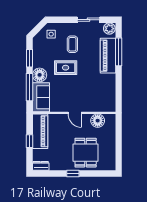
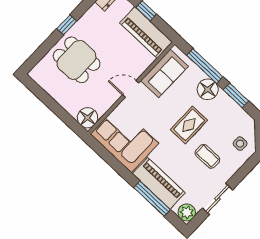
corner sofa: (102, 93) -> (125, 139), added
sofa: (41, 97) -> (164, 73), moved, turned -90
floor lamp: (98, 121) -> (88, 118), moved

